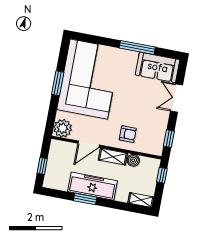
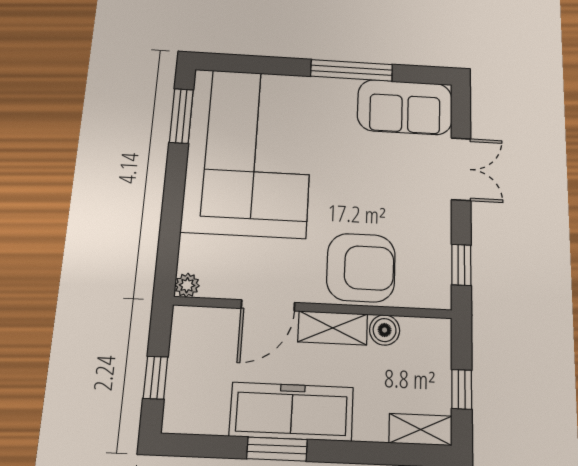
window: (58, 83) -> (181, 116), moved
double door: (177, 98) -> (461, 169), swing flipped
plant: (63, 128) -> (187, 285), width x0.53, depth x0.53
armchair: (128, 134) -> (361, 268), width x1.88, depth x1.88
window: (162, 175) -> (462, 389), moved

